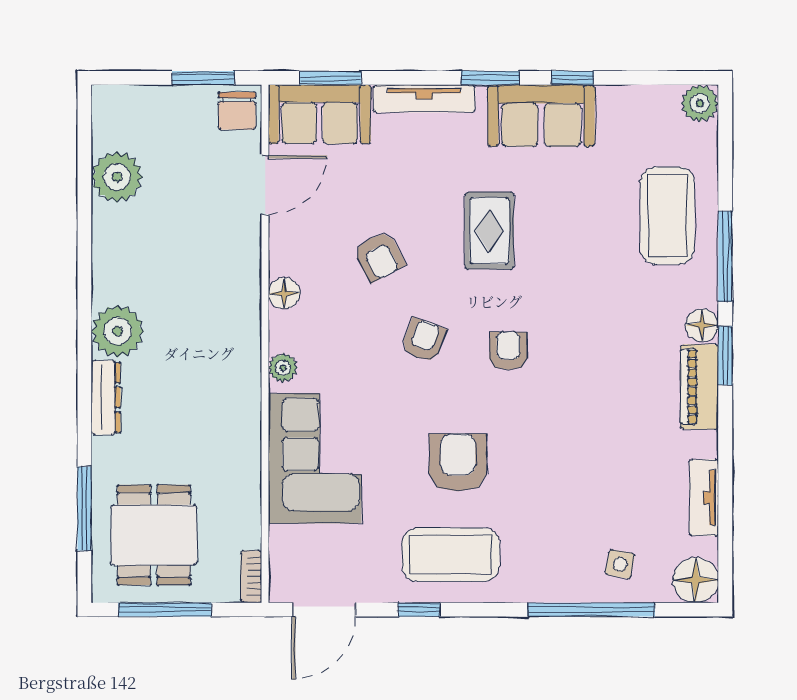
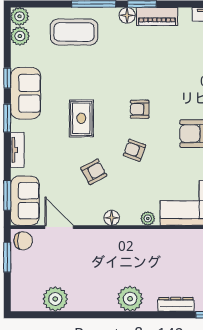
tv unit: (424, 99) -> (17, 150), width x0.71
plant: (659, 104) -> (20, 36), added
rug: (489, 231) -> (81, 118), turned 90
dresser: (106, 397) -> (176, 304), moved

